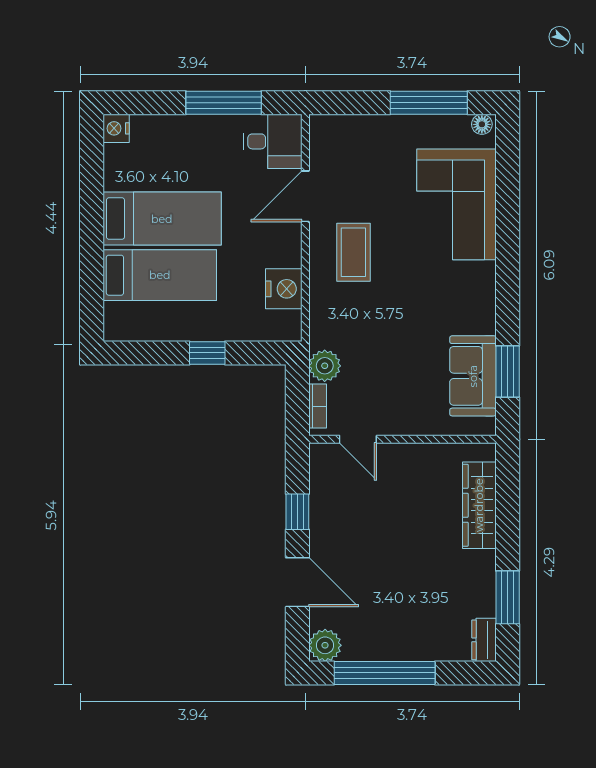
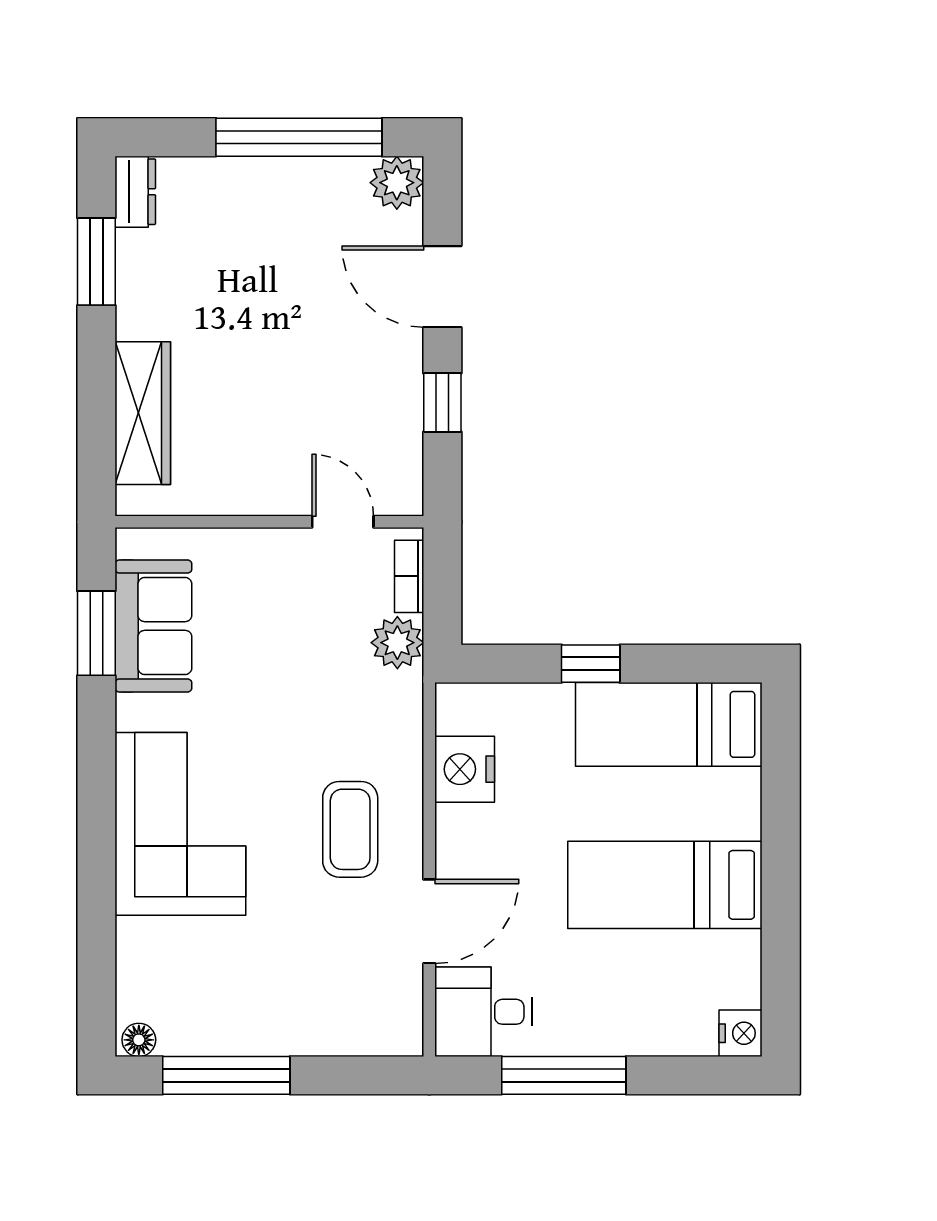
corner sofa: (457, 204) -> (180, 824), moved
bed: (160, 275) -> (669, 724), moved

